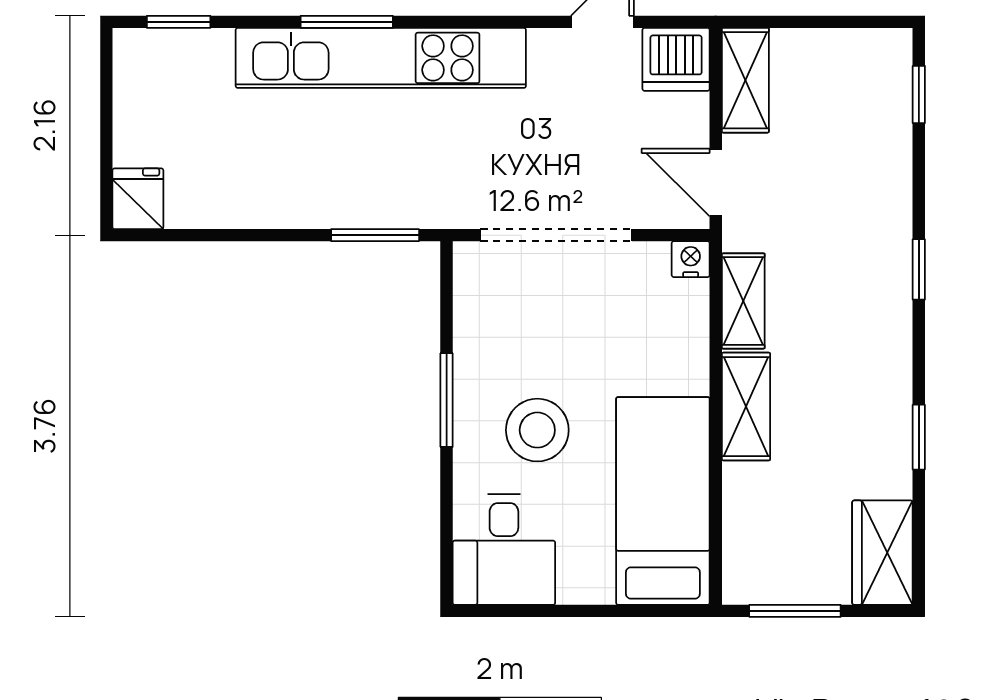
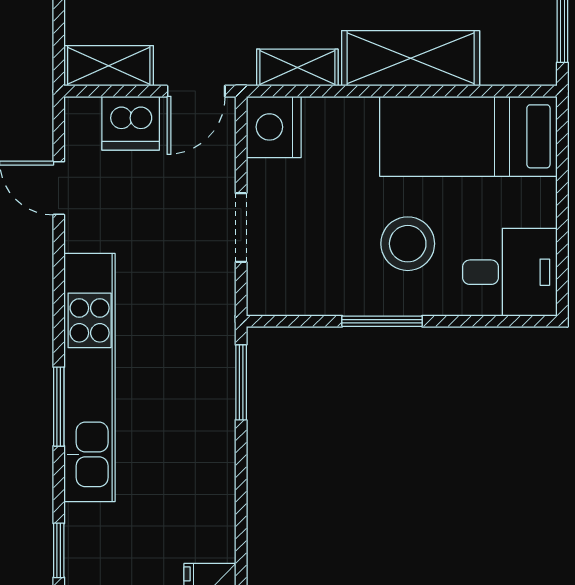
dishwasher: (676, 59) -> (131, 123), moved, turned 90
doorway: (556, 235) -> (241, 228), width x0.53
nightstand: (691, 259) -> (274, 127), width x1.89, depth x1.79
shelving: (746, 407) -> (411, 58), width x1.50, depth x1.33

